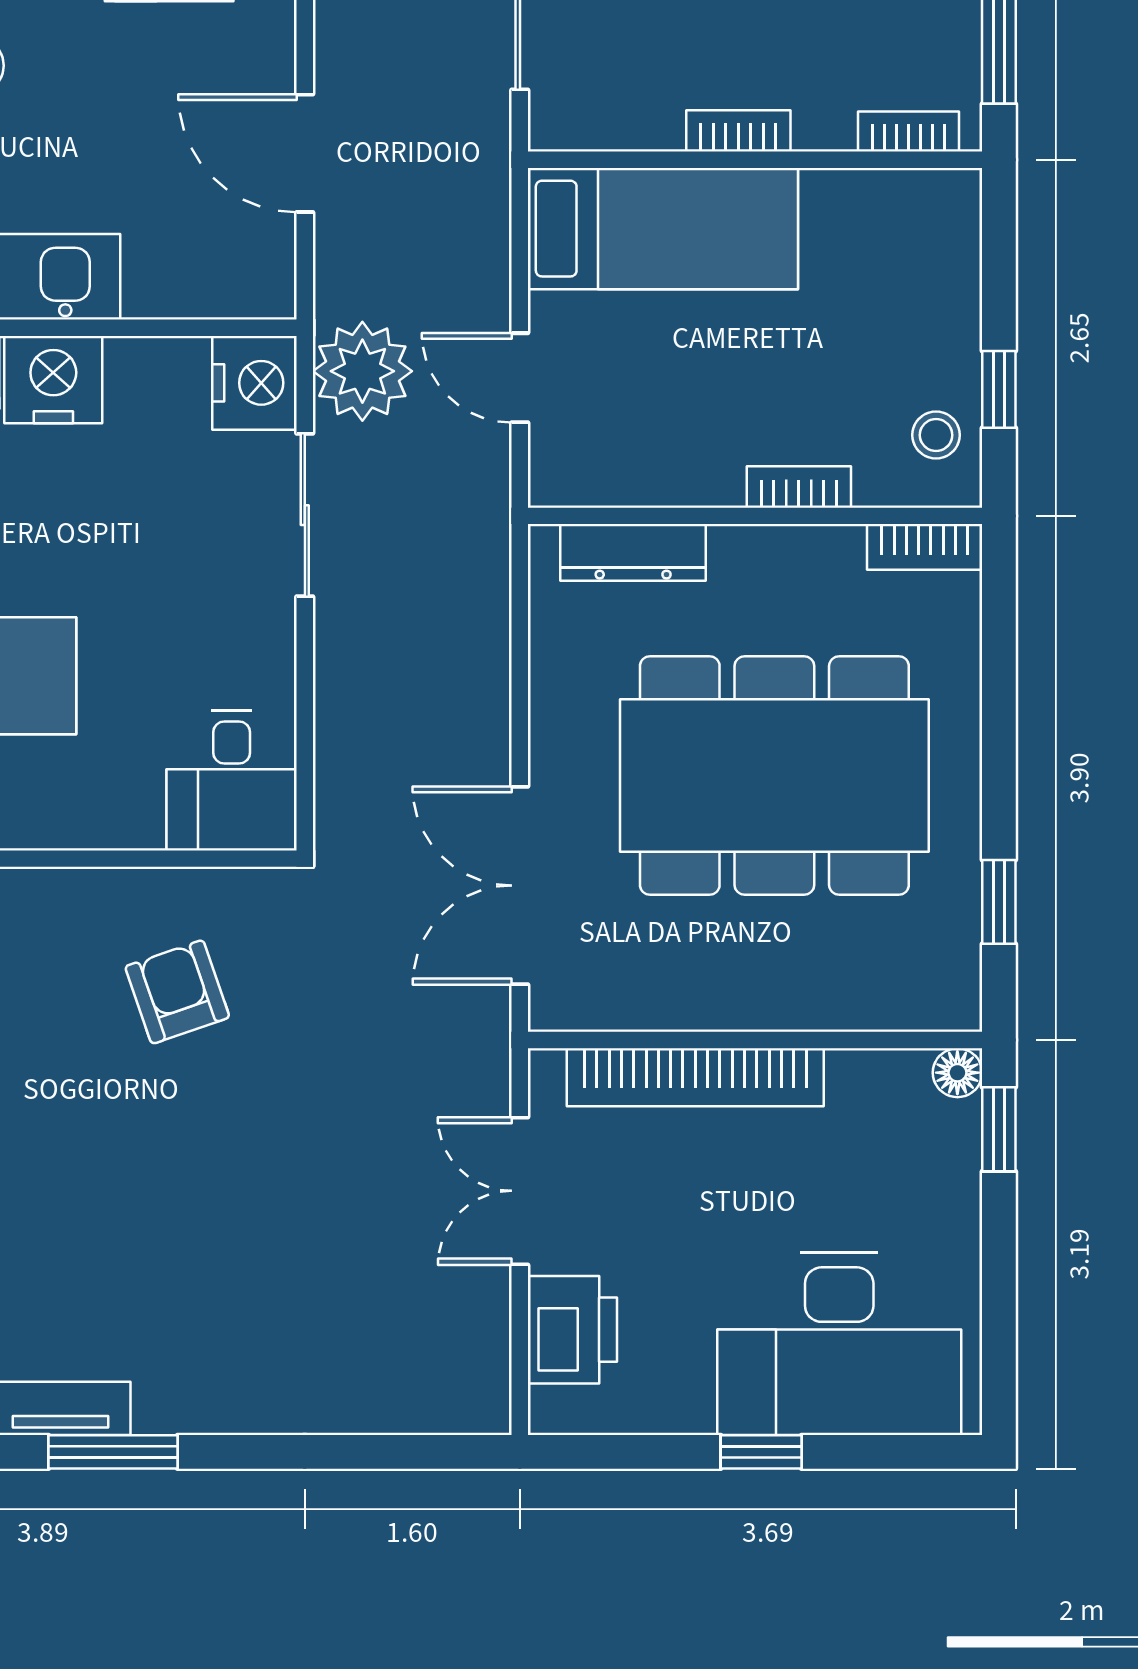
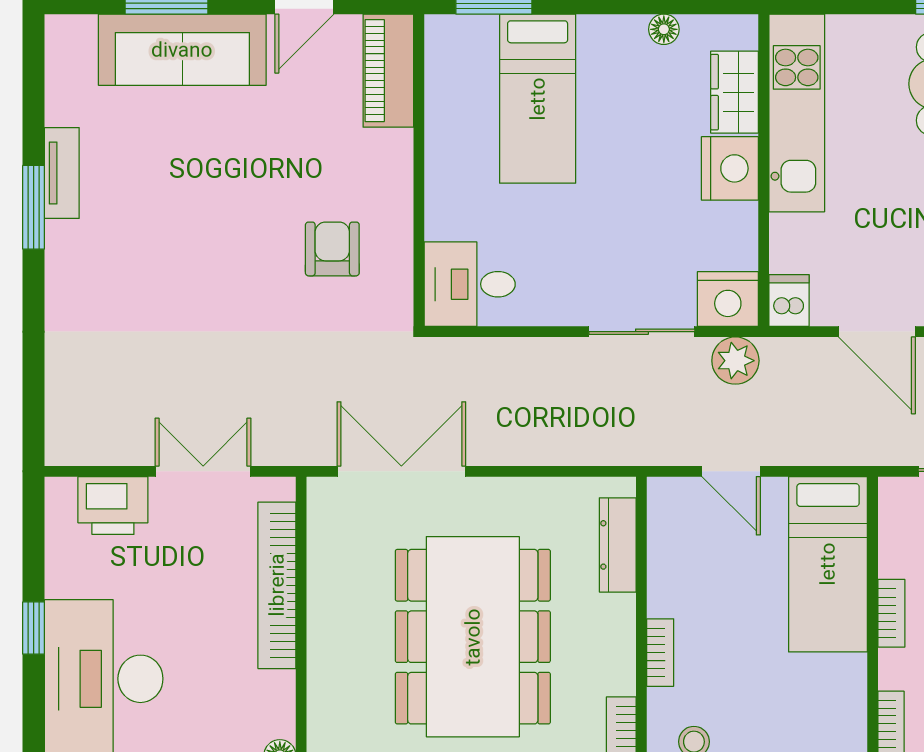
door: (305, 153) -> (877, 332), swing flipped
dishwasher: (257, 289) -> (789, 301), added
plant: (362, 371) -> (735, 361), width x0.73, depth x0.73
door: (520, 378) -> (731, 471), swing flipped
armchair: (177, 992) -> (332, 249), turned -71

